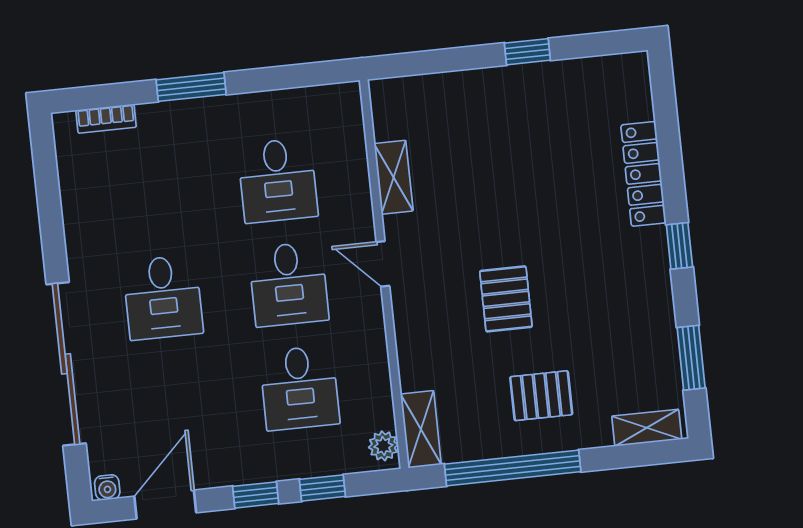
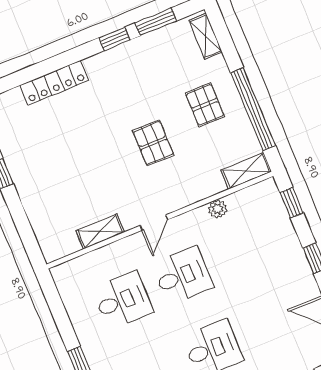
window: (679, 246) -> (114, 39), moved
pallet: (506, 299) -> (153, 143), turned 90
desk: (299, 388) -> (243, 251), removed
plant: (383, 446) -> (217, 209), moved
window: (322, 488) -> (292, 203), moved

